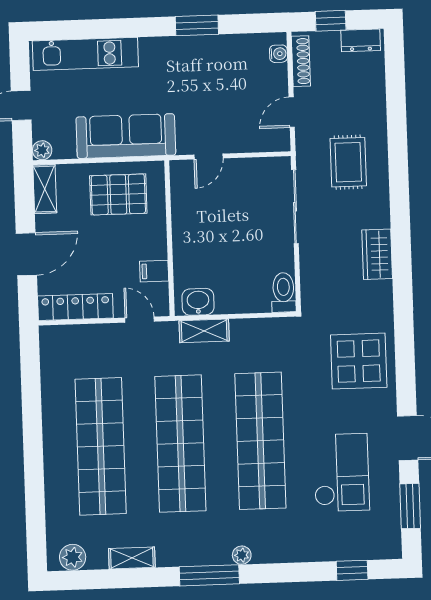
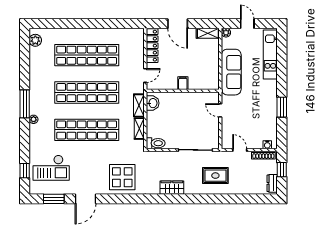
pallet: (118, 194) -> (204, 68), removed
filing cabinet: (154, 271) -> (183, 83), moved
checkout: (341, 473) -> (51, 168), moved
shelving: (132, 558) -> (139, 129), moved

